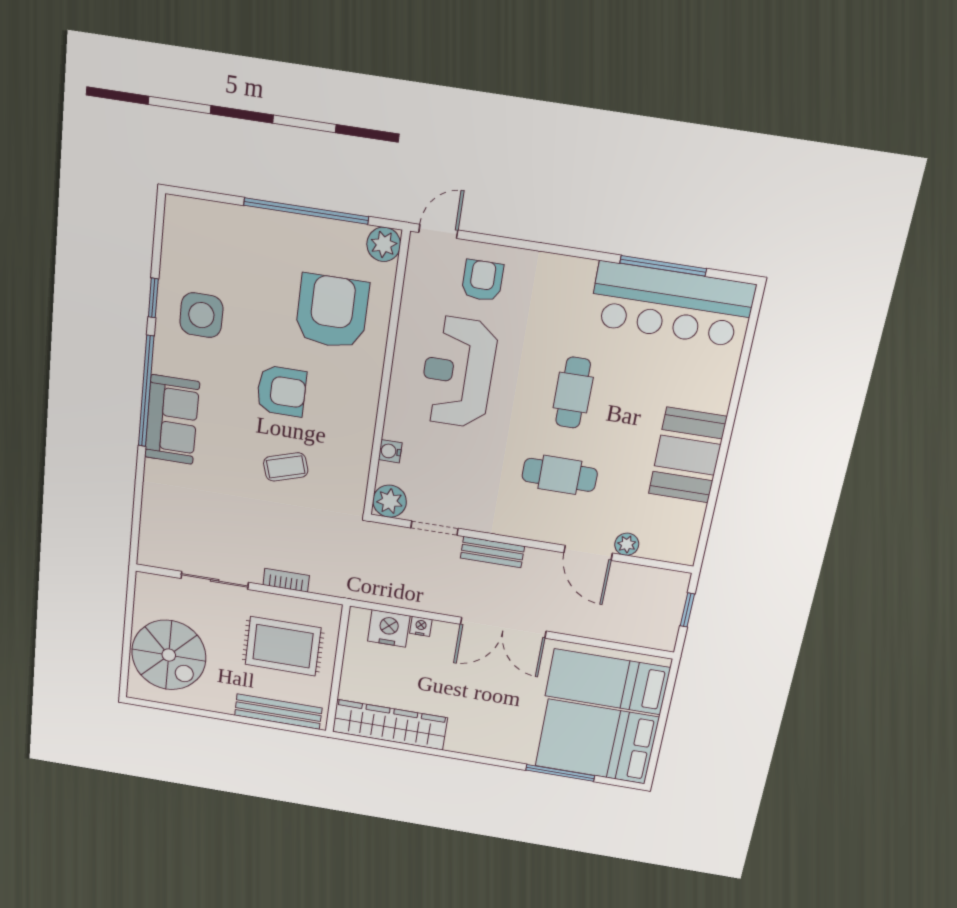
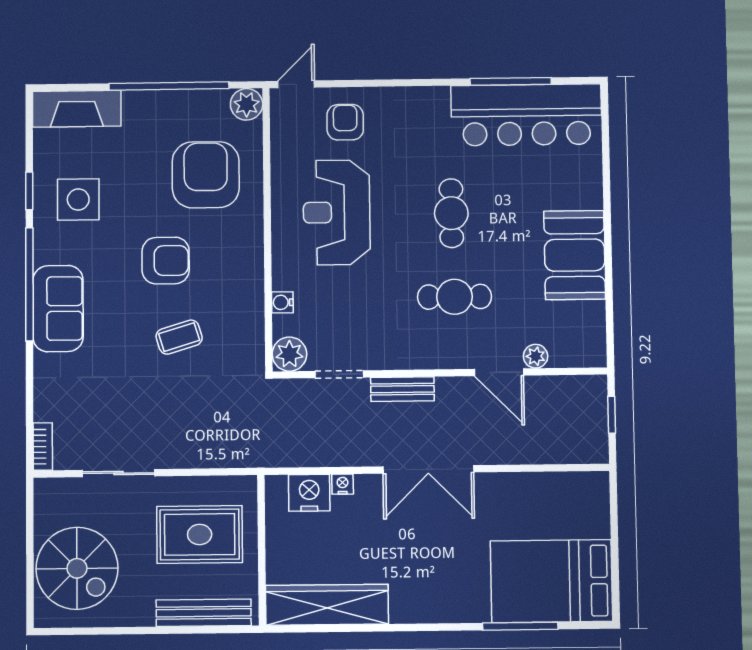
fireplace: (209, 220) -> (77, 109), added
bookcase: (286, 580) -> (43, 447), moved, turned 90
bed: (607, 682) -> (548, 510), removed

